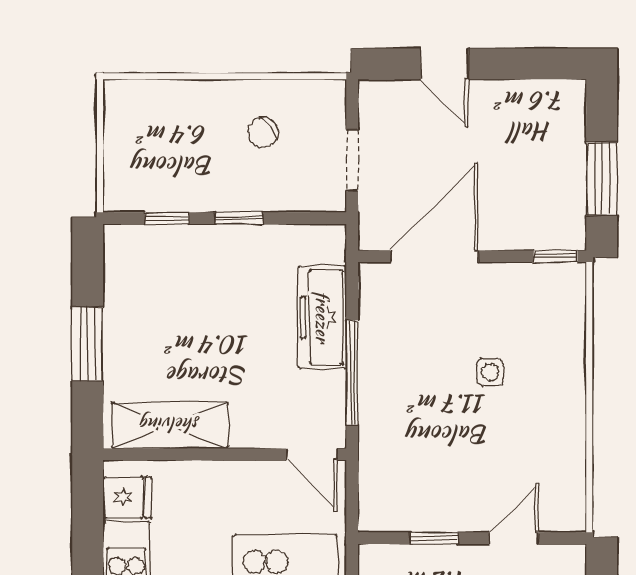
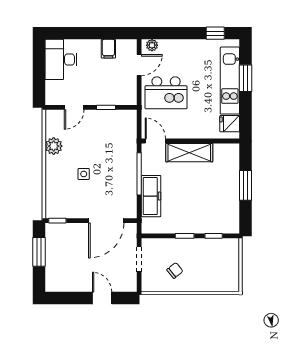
shelving: (170, 425) -> (189, 153), moved
plant: (565, 442) -> (54, 146), added

